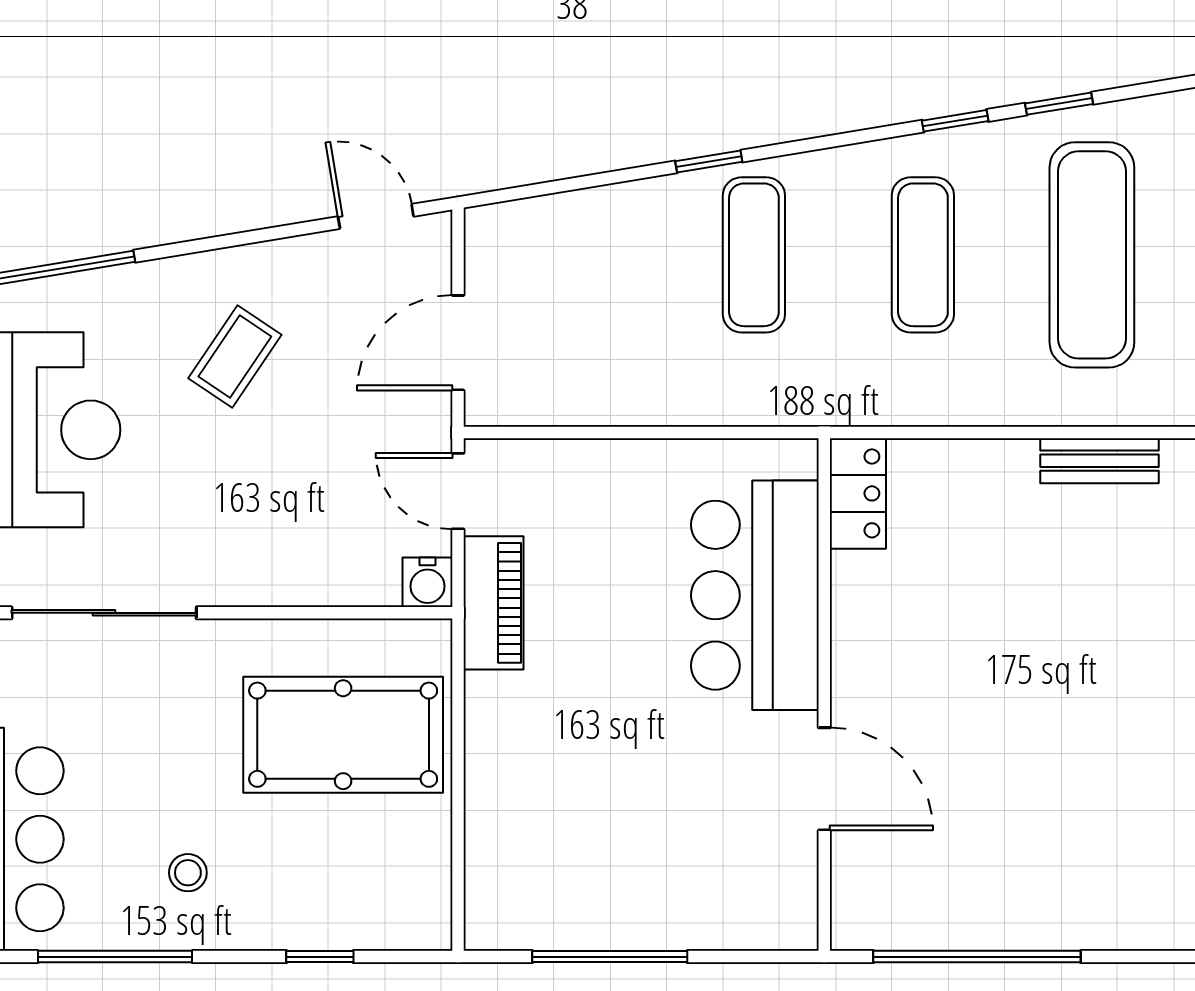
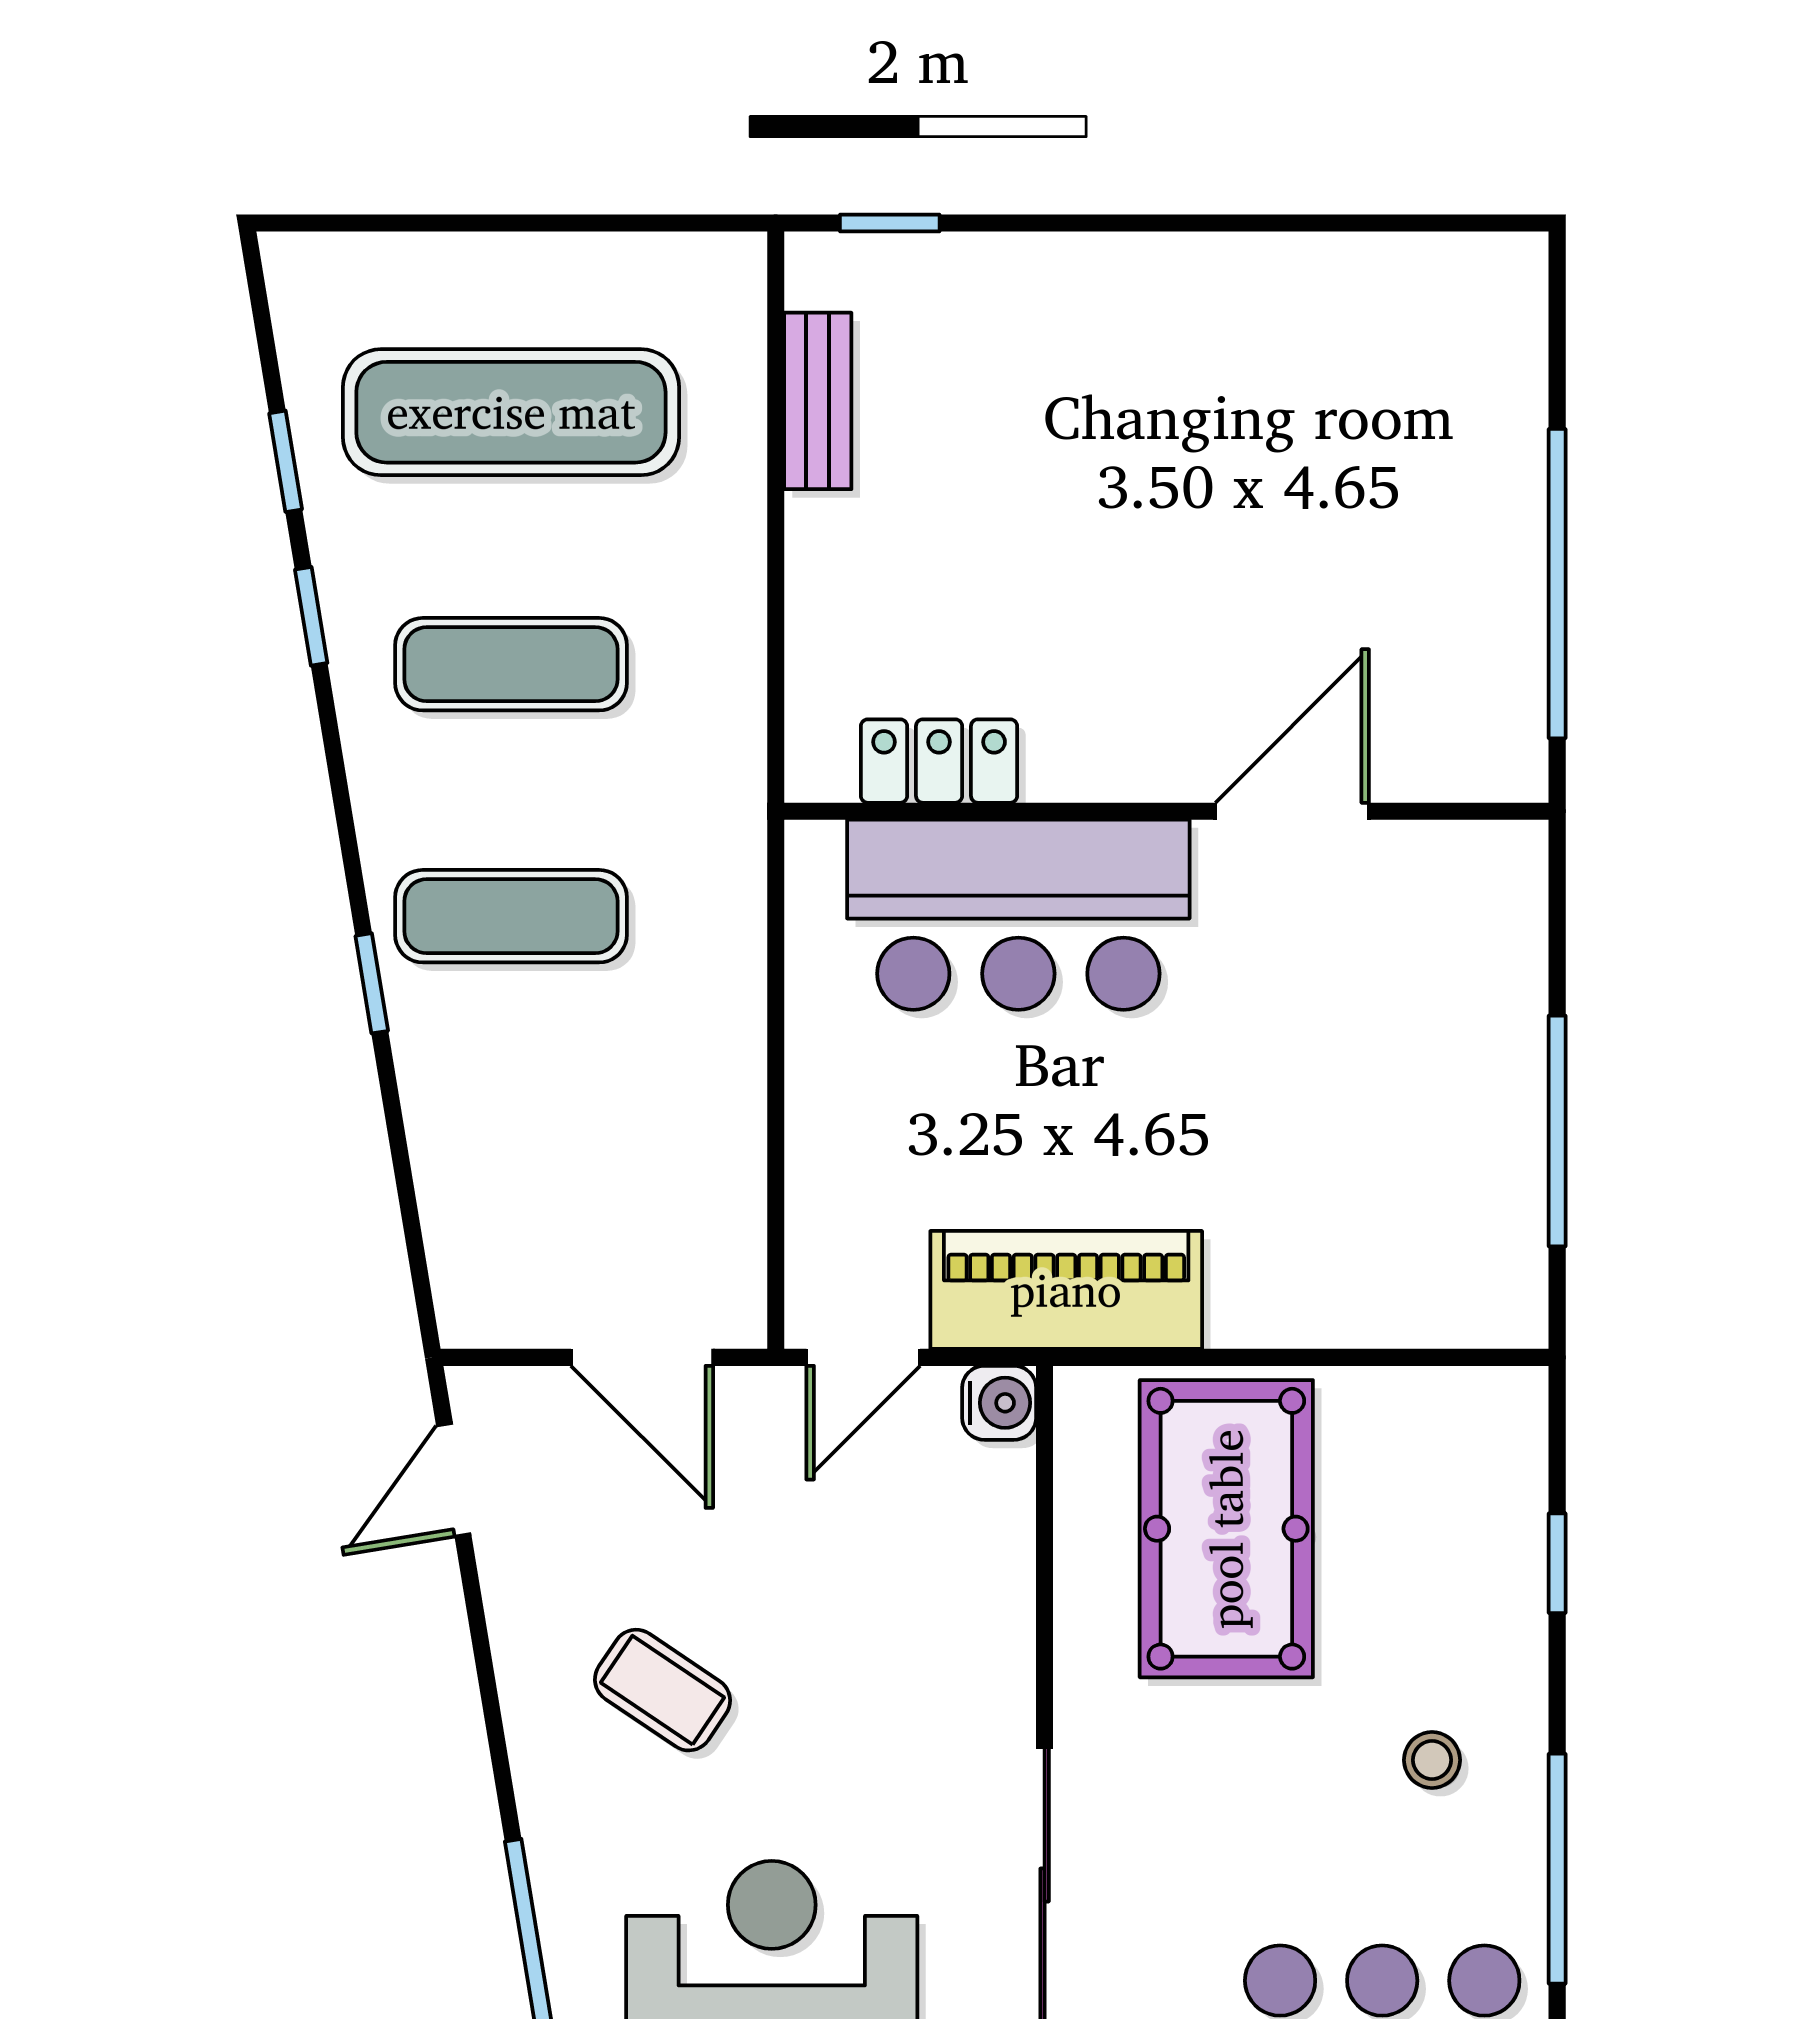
locker: (858, 493) -> (939, 761), moved
piano: (493, 603) -> (1066, 1290), width x1.37, depth x1.33

